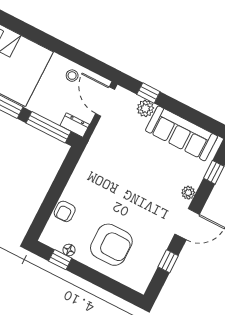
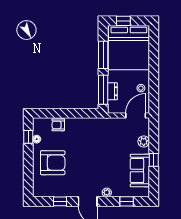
window: (148, 93) -> (154, 160), moved
dresser: (75, 125) -> (112, 91), moved
sofa: (182, 133) -> (140, 170), width x0.73
armchair: (111, 245) -> (53, 163), turned -90

